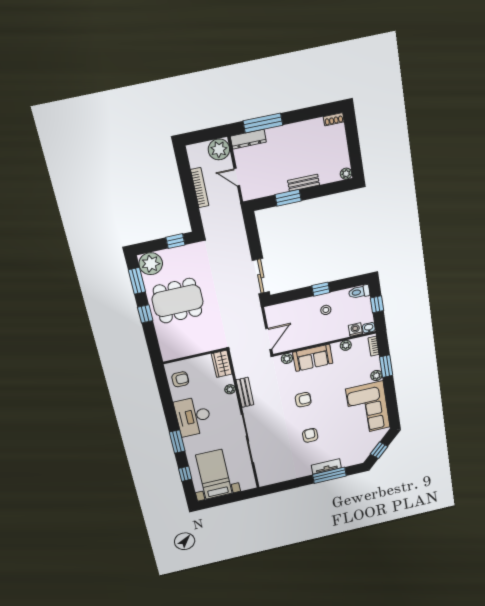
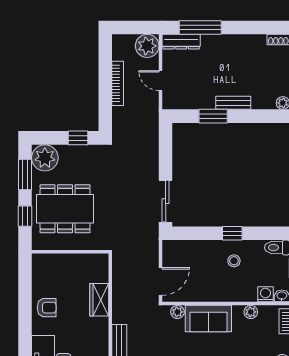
wall: (195, 356) -> (70, 252), moved
plant: (230, 389) -> (102, 335), removed

